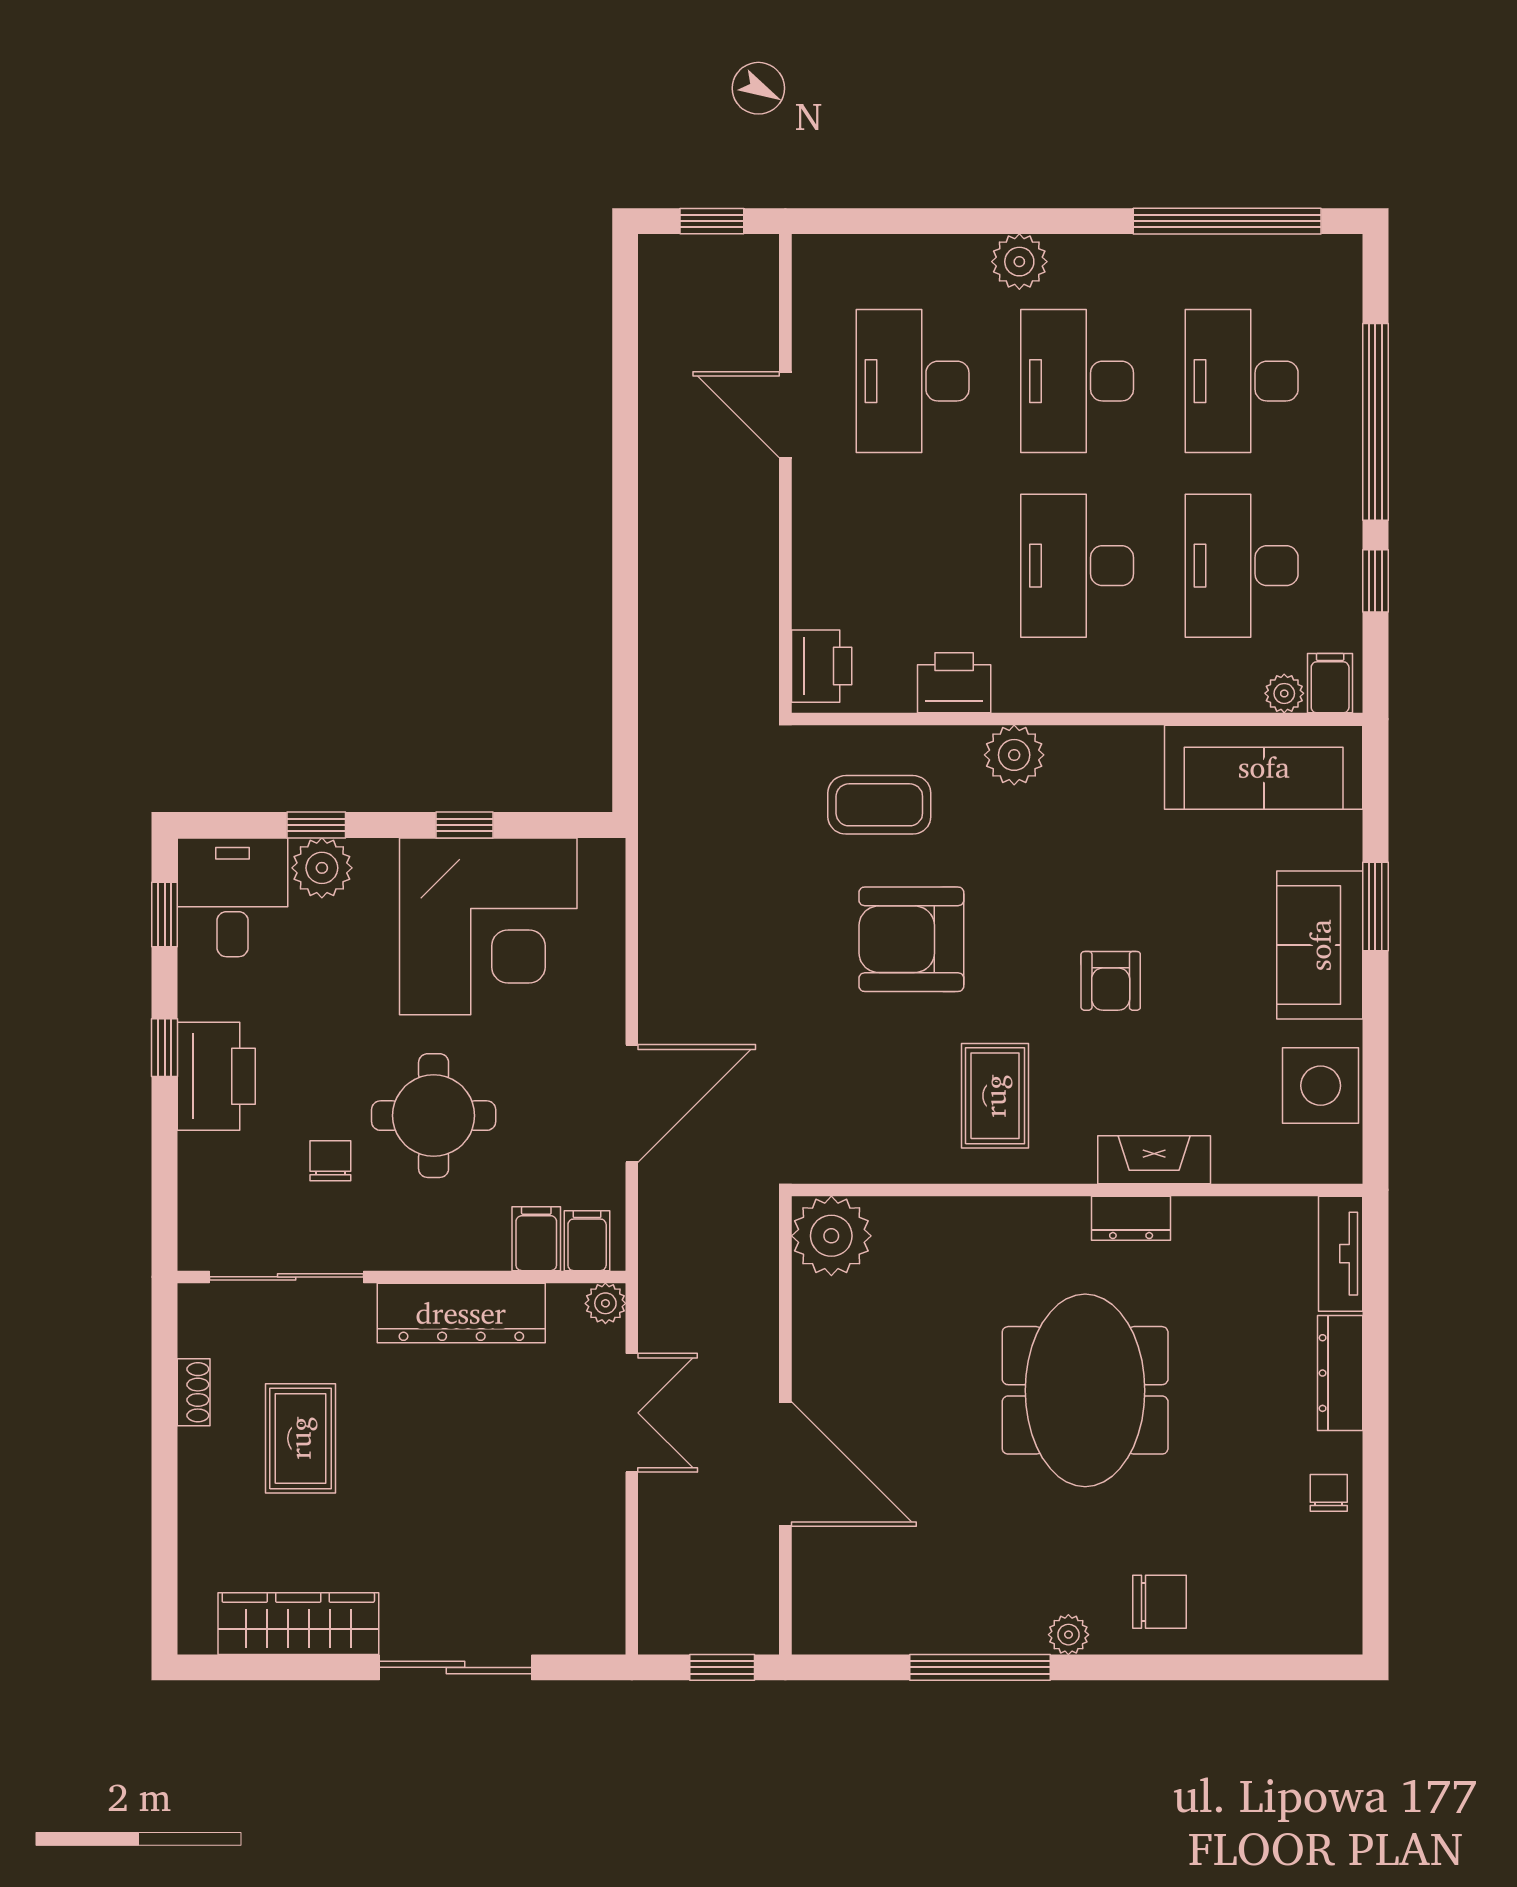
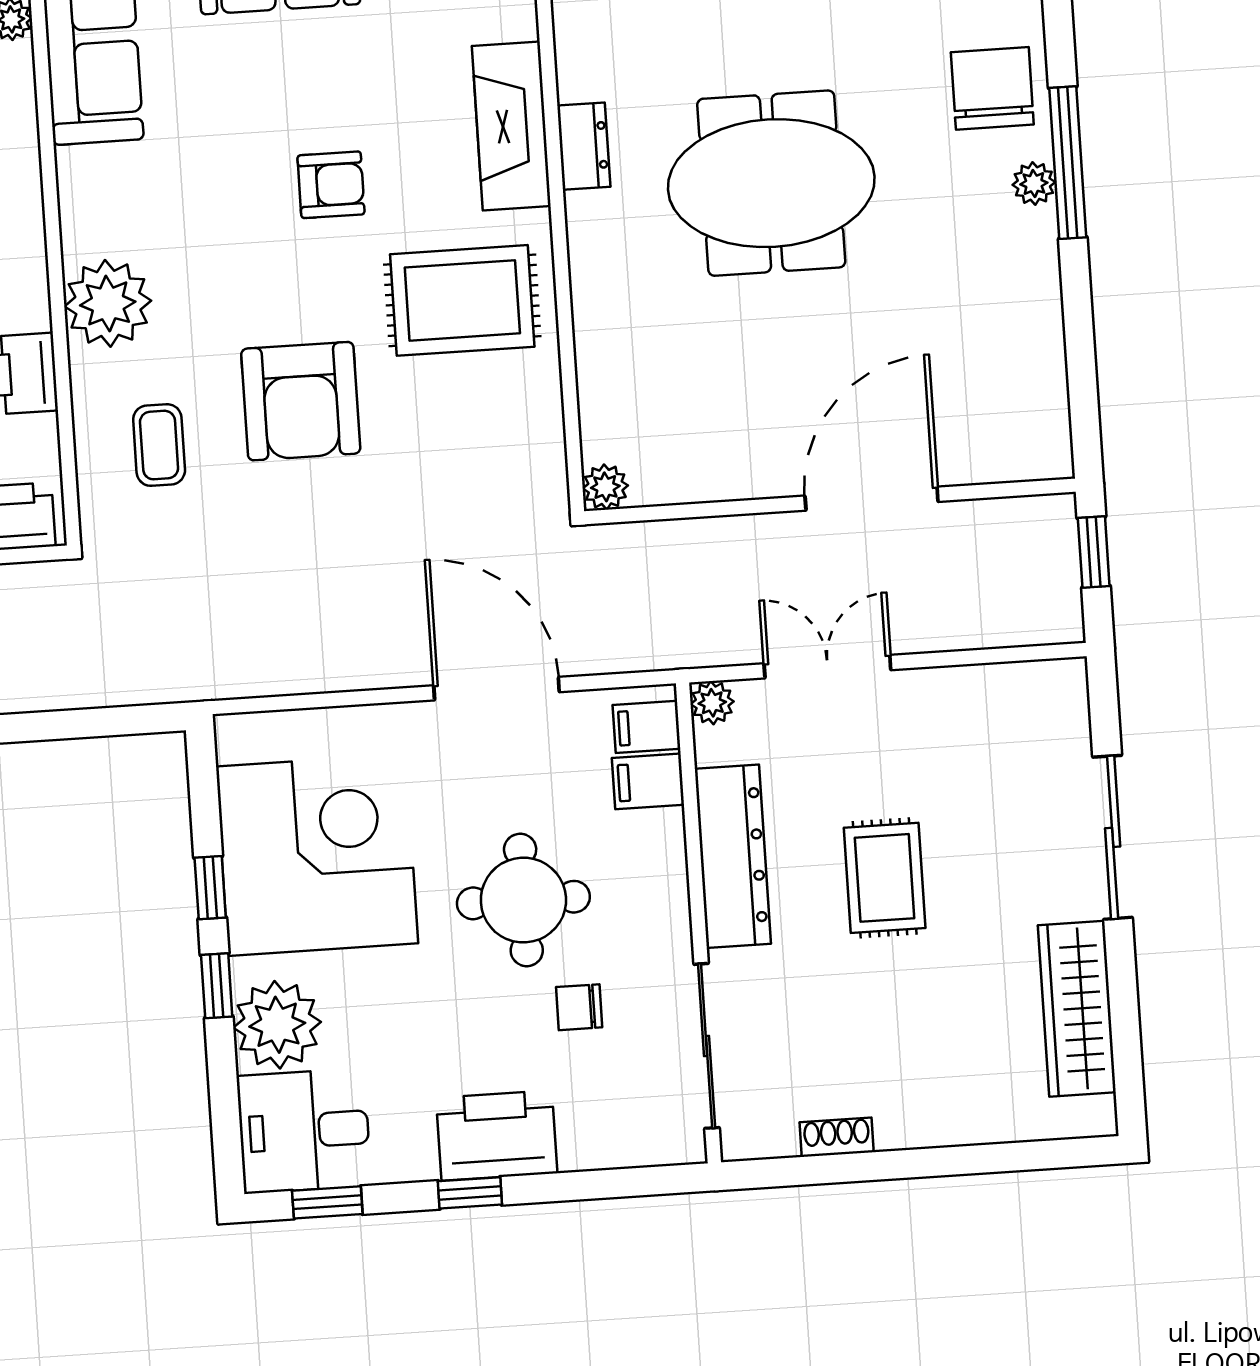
plant: (1014, 755) -> (108, 303), width x1.36, depth x1.36
coffee table: (879, 805) -> (159, 445), width x0.73, depth x0.77
window: (316, 825) -> (217, 986), moved
plant: (322, 868) -> (277, 1025), width x1.36, depth x1.36
rug: (995, 1096) -> (462, 300), width x1.36, depth x1.43
fireplace: (1154, 1160) -> (511, 126), width x1.37, depth x1.32
plant: (831, 1236) -> (605, 487), width x0.53, depth x0.53
rug: (300, 1438) -> (885, 878), moved, turned 90
chair: (1160, 1602) -> (992, 88), width x1.37, depth x1.37
window: (980, 1667) -> (1068, 163), moved

